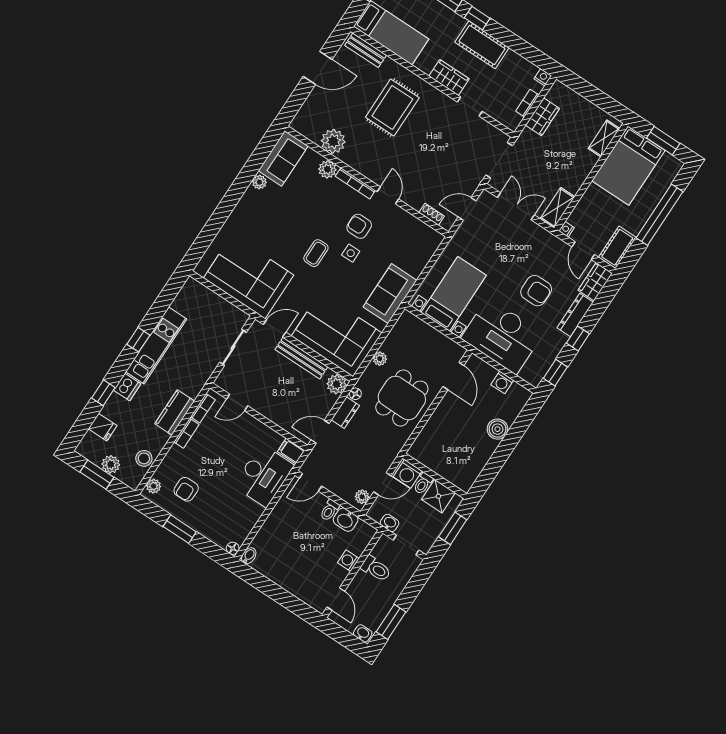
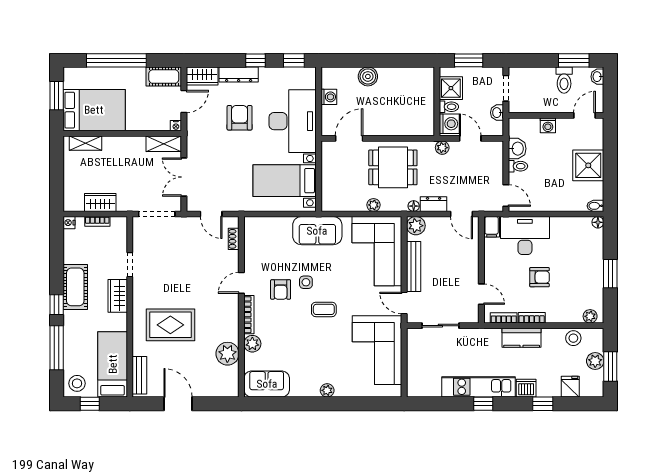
plant: (259, 182) -> (327, 390), moved
armchair: (186, 489) -> (540, 277), moved
plant: (362, 497) -> (442, 148), moved
toilet: (376, 569) -> (564, 80), moved, turned 180
shower: (289, 573) -> (588, 165), added

